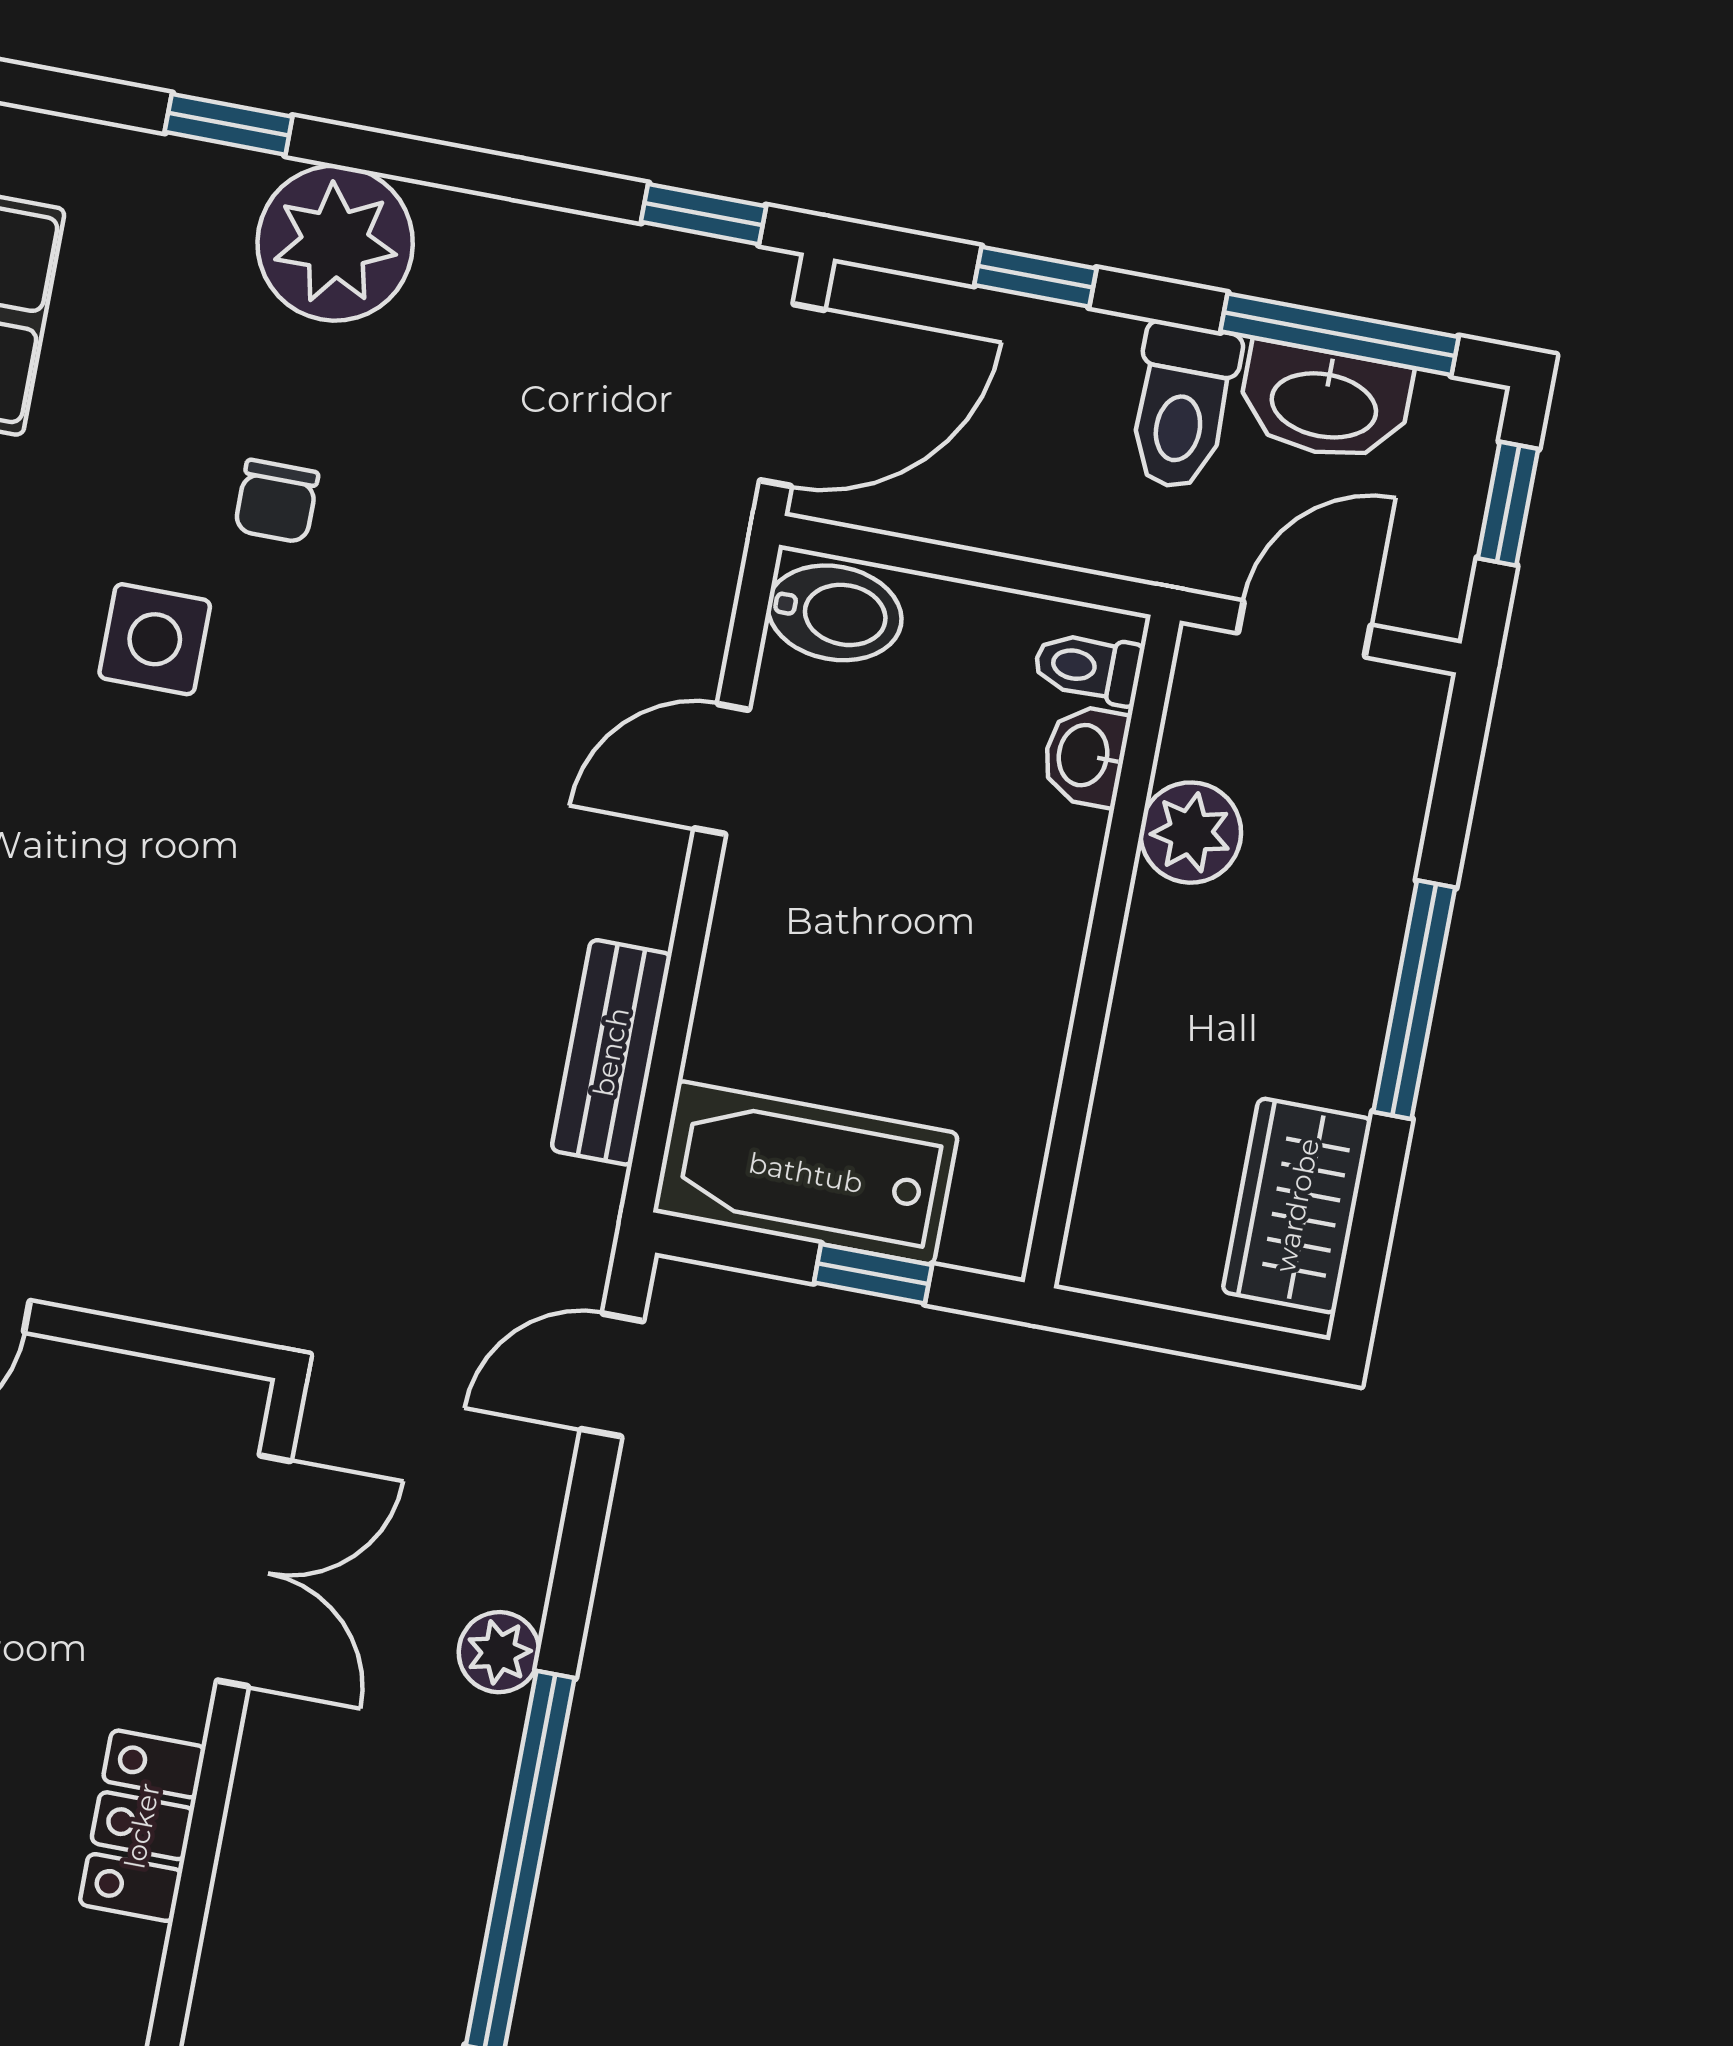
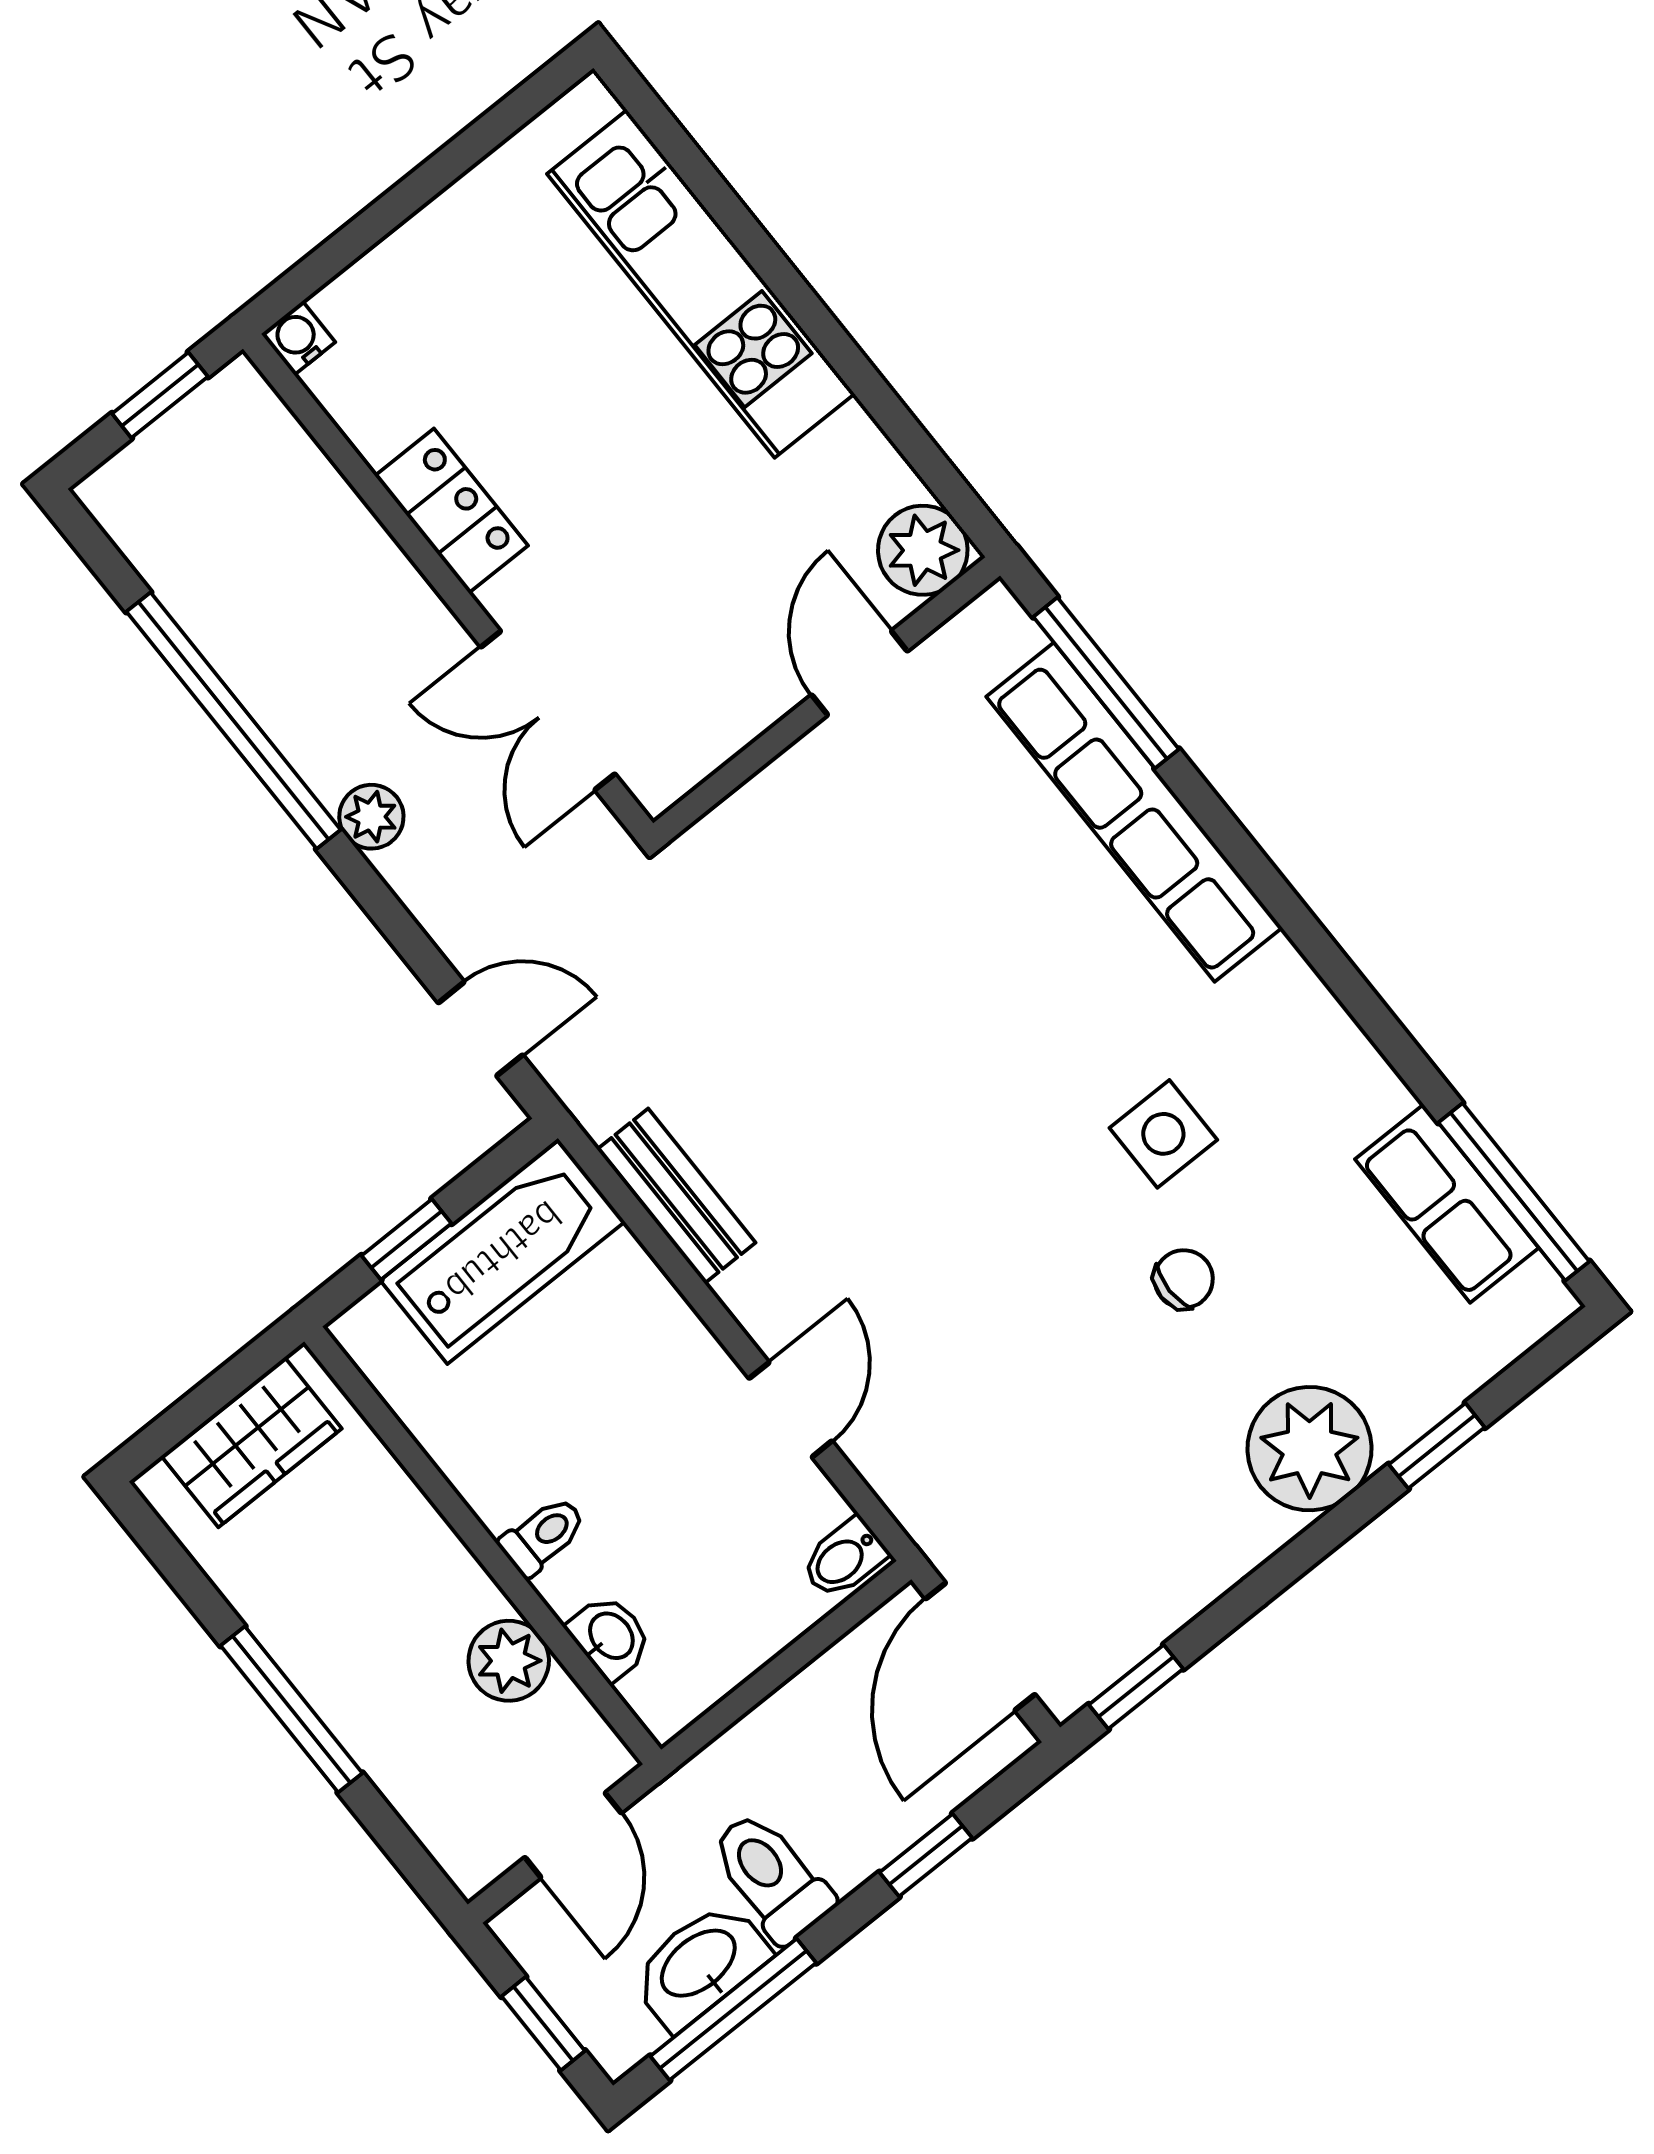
chair: (276, 501) -> (1184, 1279), turned 90
bidet: (835, 613) -> (844, 1558), width x0.72, depth x0.74
toilet: (1088, 667) -> (543, 1536), moved
wardrobe: (1297, 1205) -> (251, 1442), moved, turned 90
door: (612, 1375) -> (480, 1029), hinge flipped

